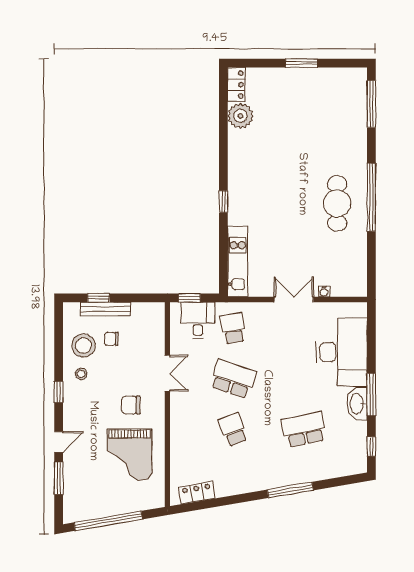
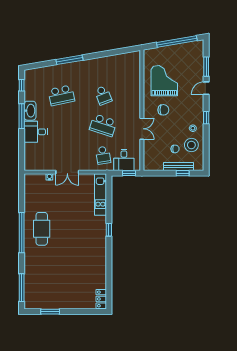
window: (301, 63) -> (50, 312), moved
plant: (240, 116) -> (99, 280), removed
desk: (342, 352) -> (36, 132), width x0.53, depth x0.77
double door: (167, 373) -> (142, 129), swing flipped
locker: (197, 493) -> (124, 58), removed

